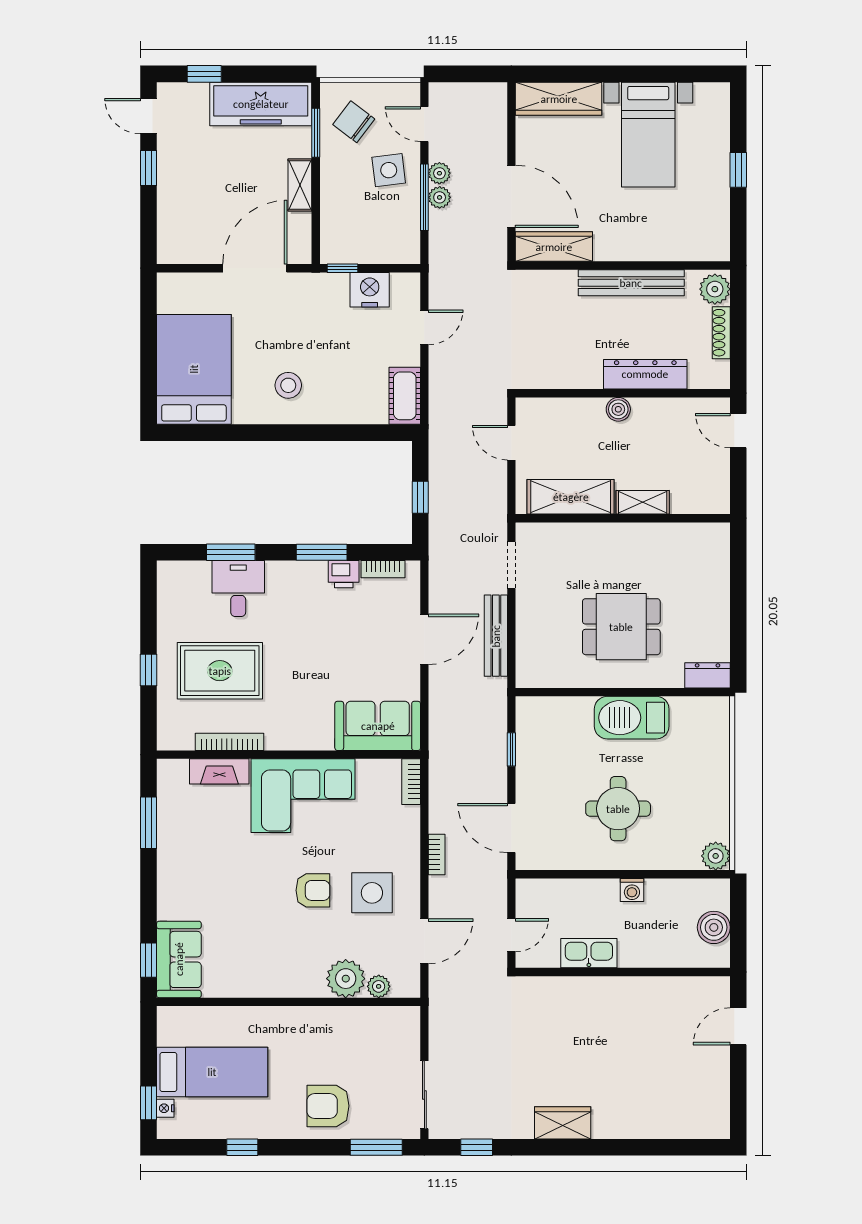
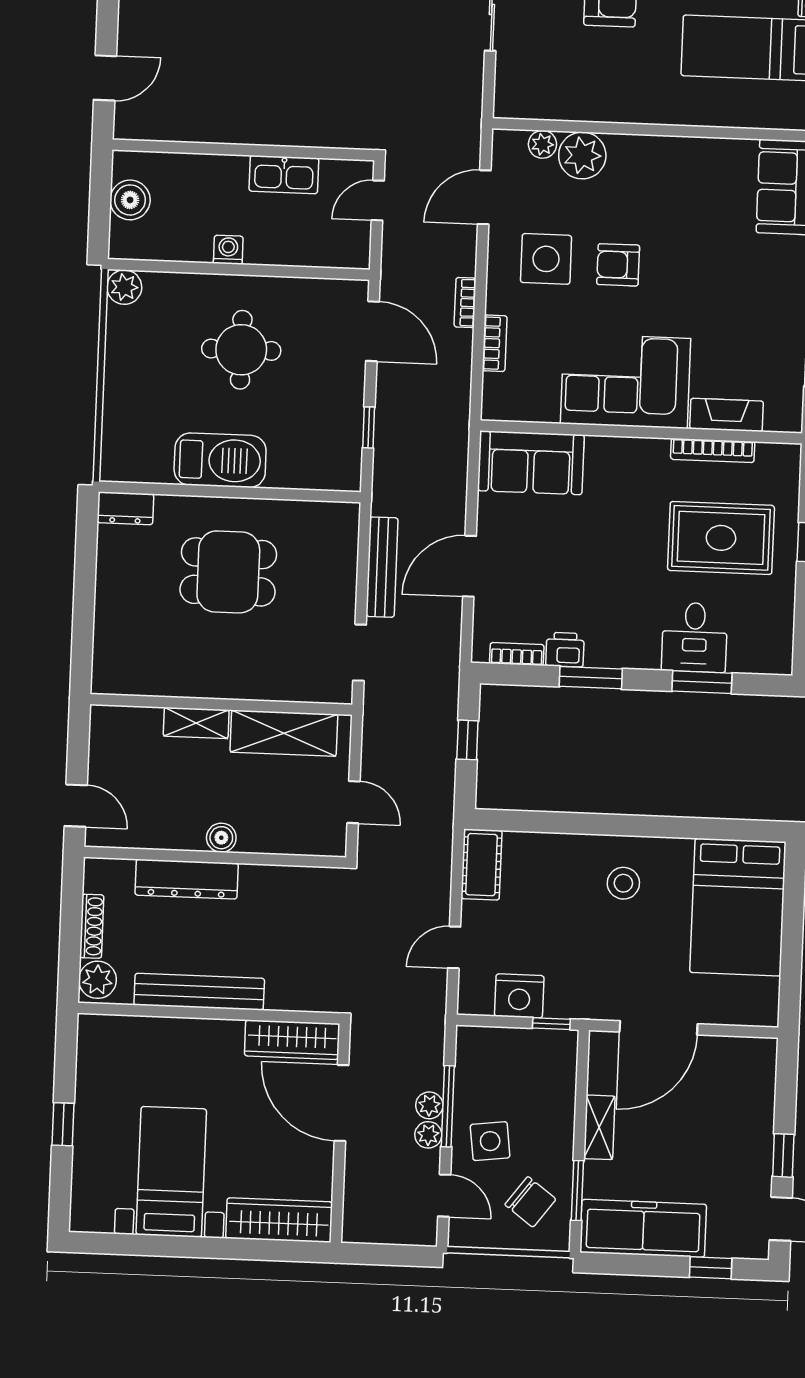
bookcase: (411, 782) -> (495, 343), moved

